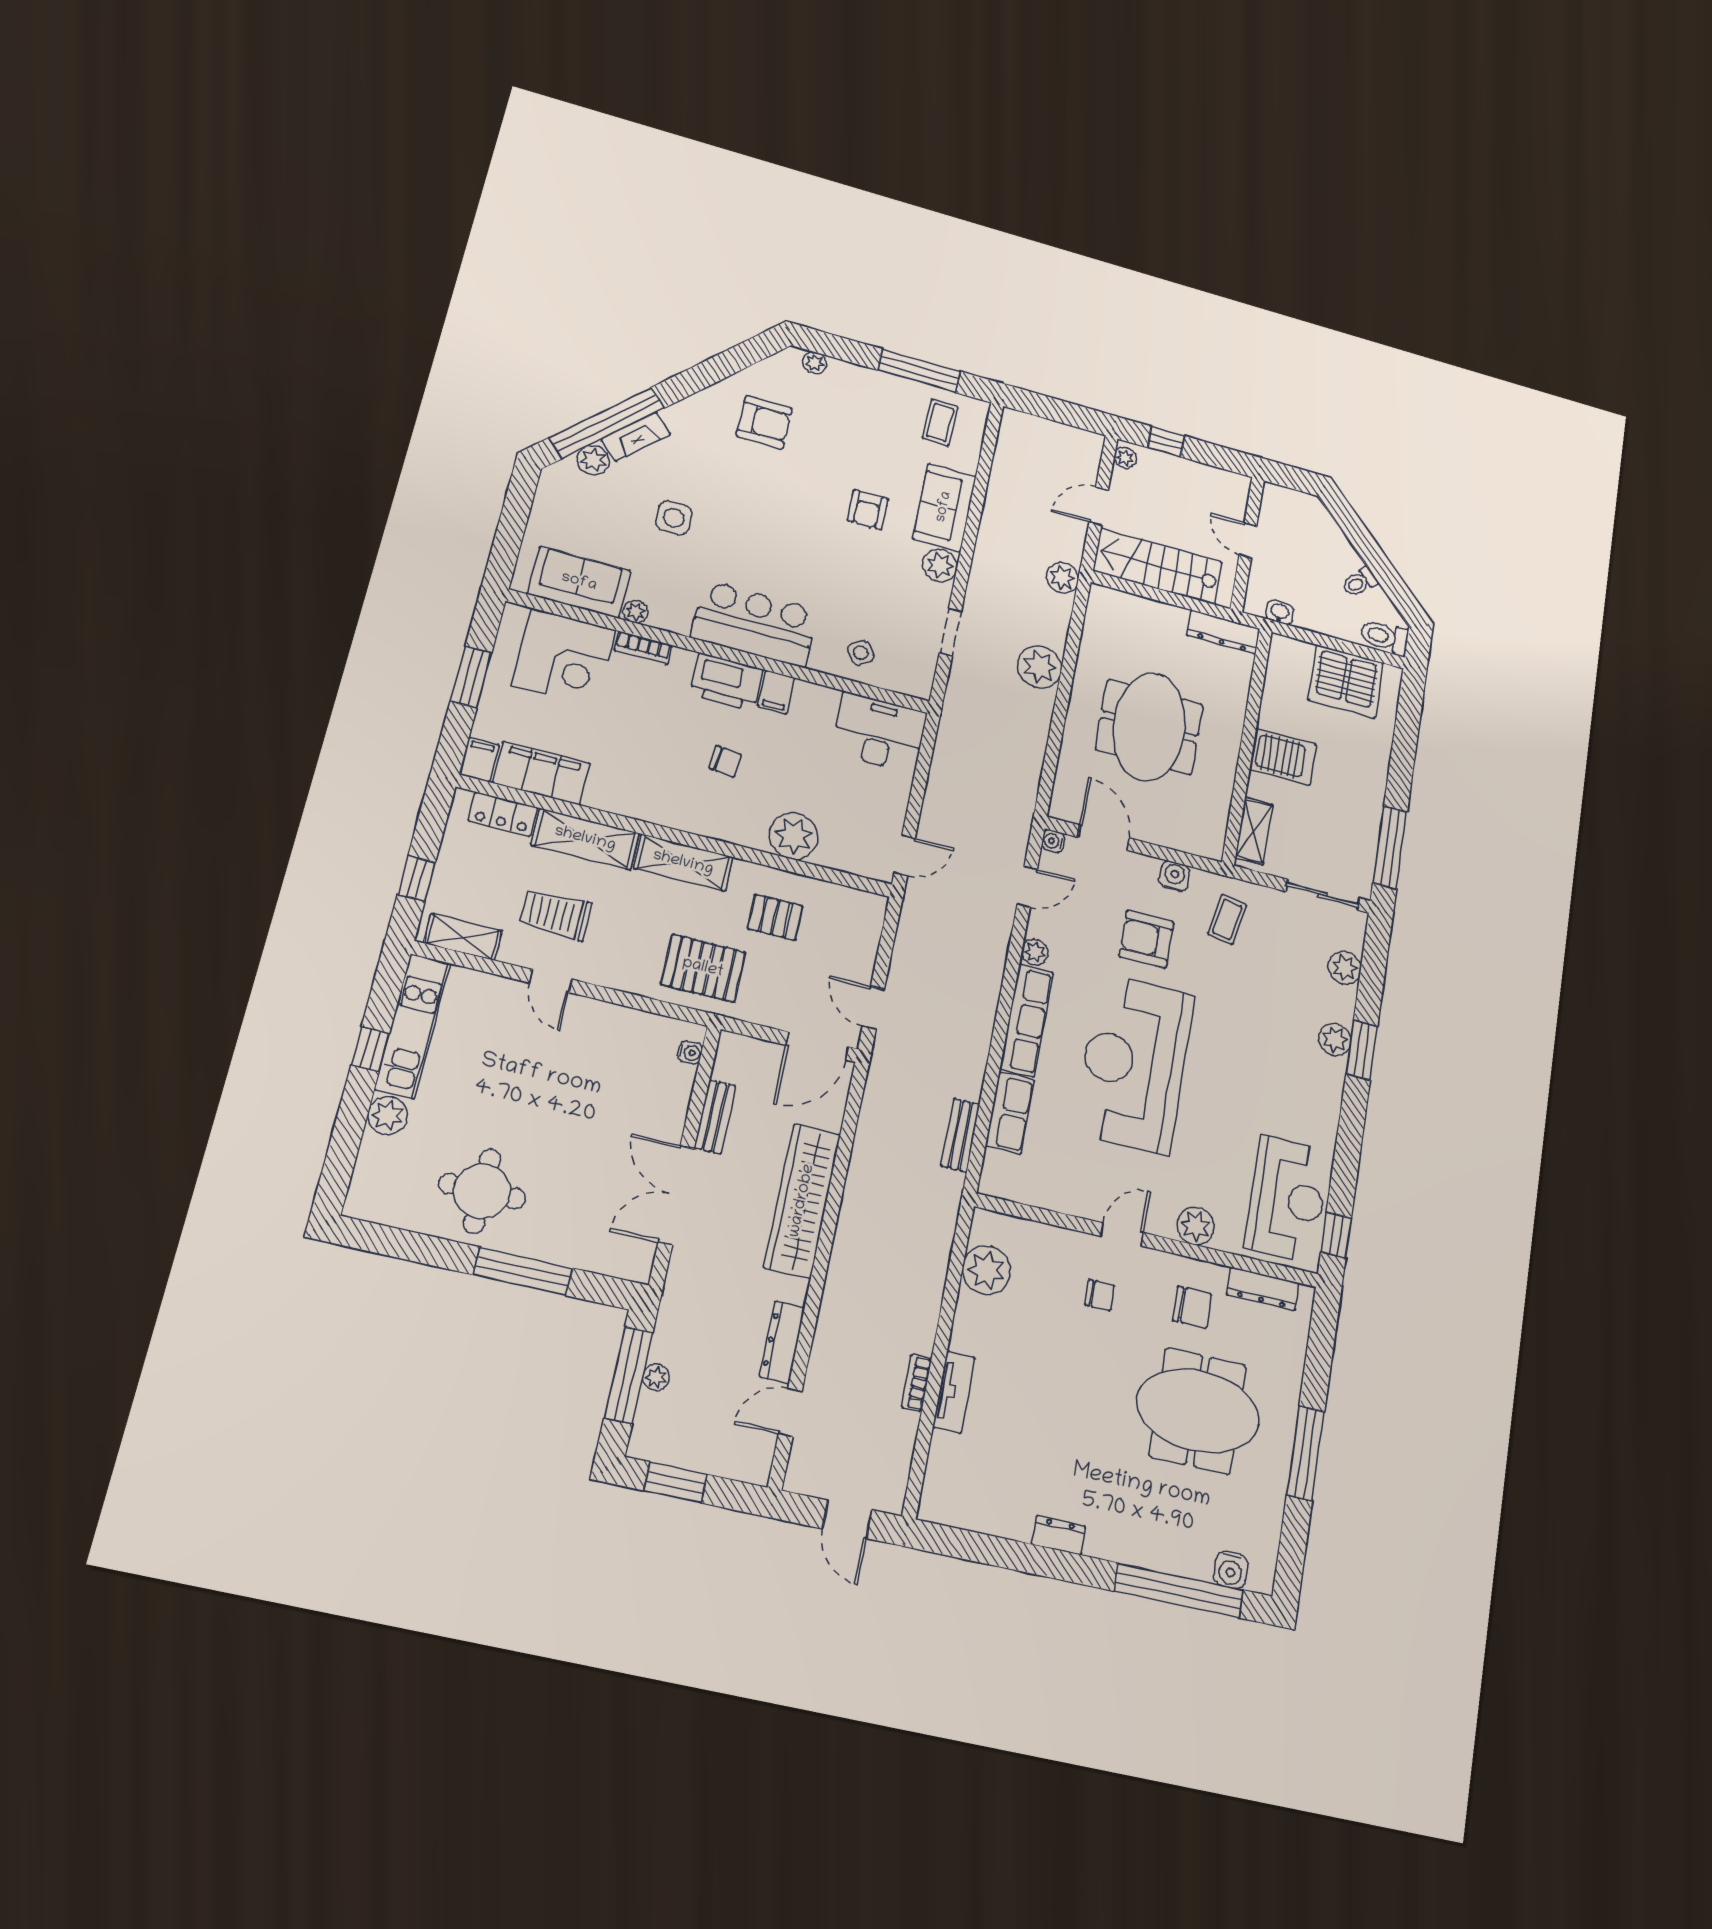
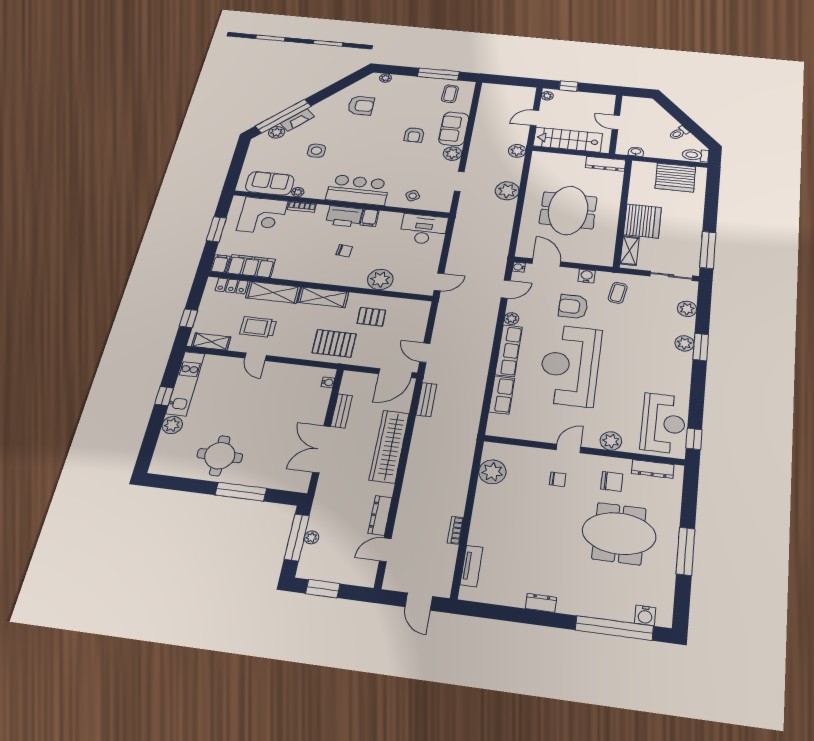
server rack: (1283, 757) -> (642, 221), width x1.60
bench: (960, 1135) -> (426, 400), moved
tv unit: (954, 1392) -> (471, 566), moved

